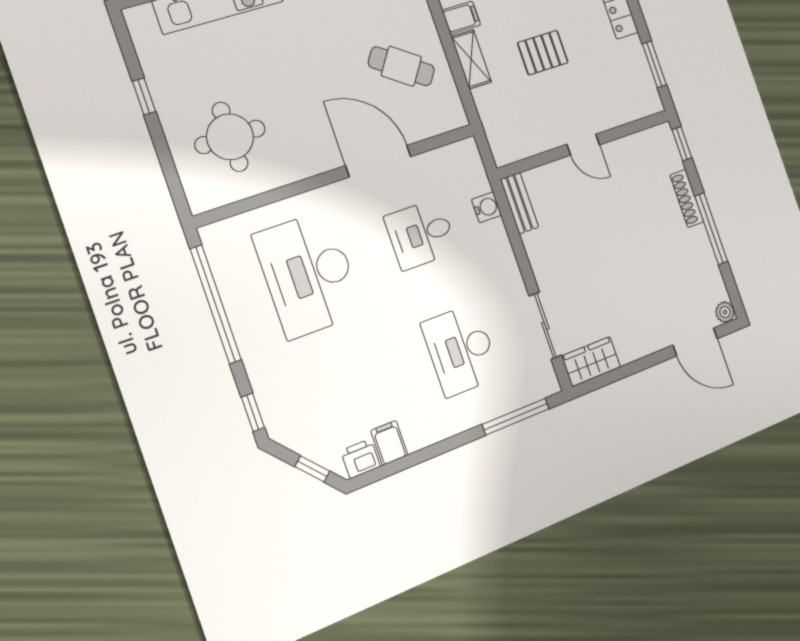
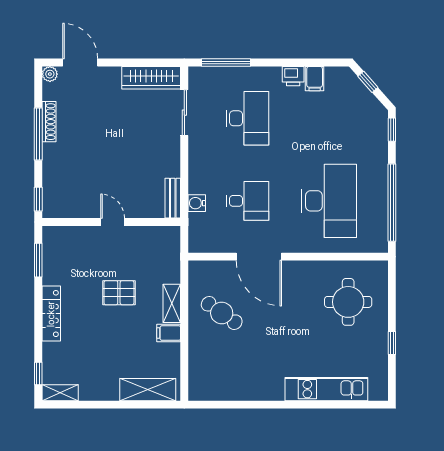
shoe rack: (687, 198) -> (49, 122), moved
wardrobe: (591, 362) -> (151, 78), width x1.50
printer: (361, 459) -> (293, 76), moved

